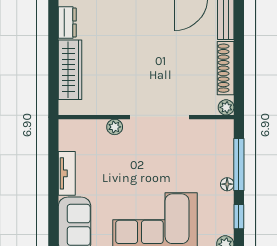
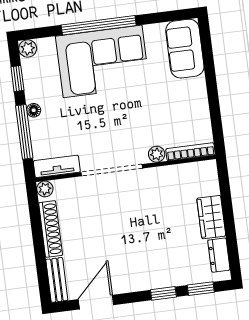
wardrobe: (70, 70) -> (211, 217), width x0.67
bookcase: (82, 125) -> (191, 152), added
tv unit: (67, 173) -> (57, 166), moved, turned 90

